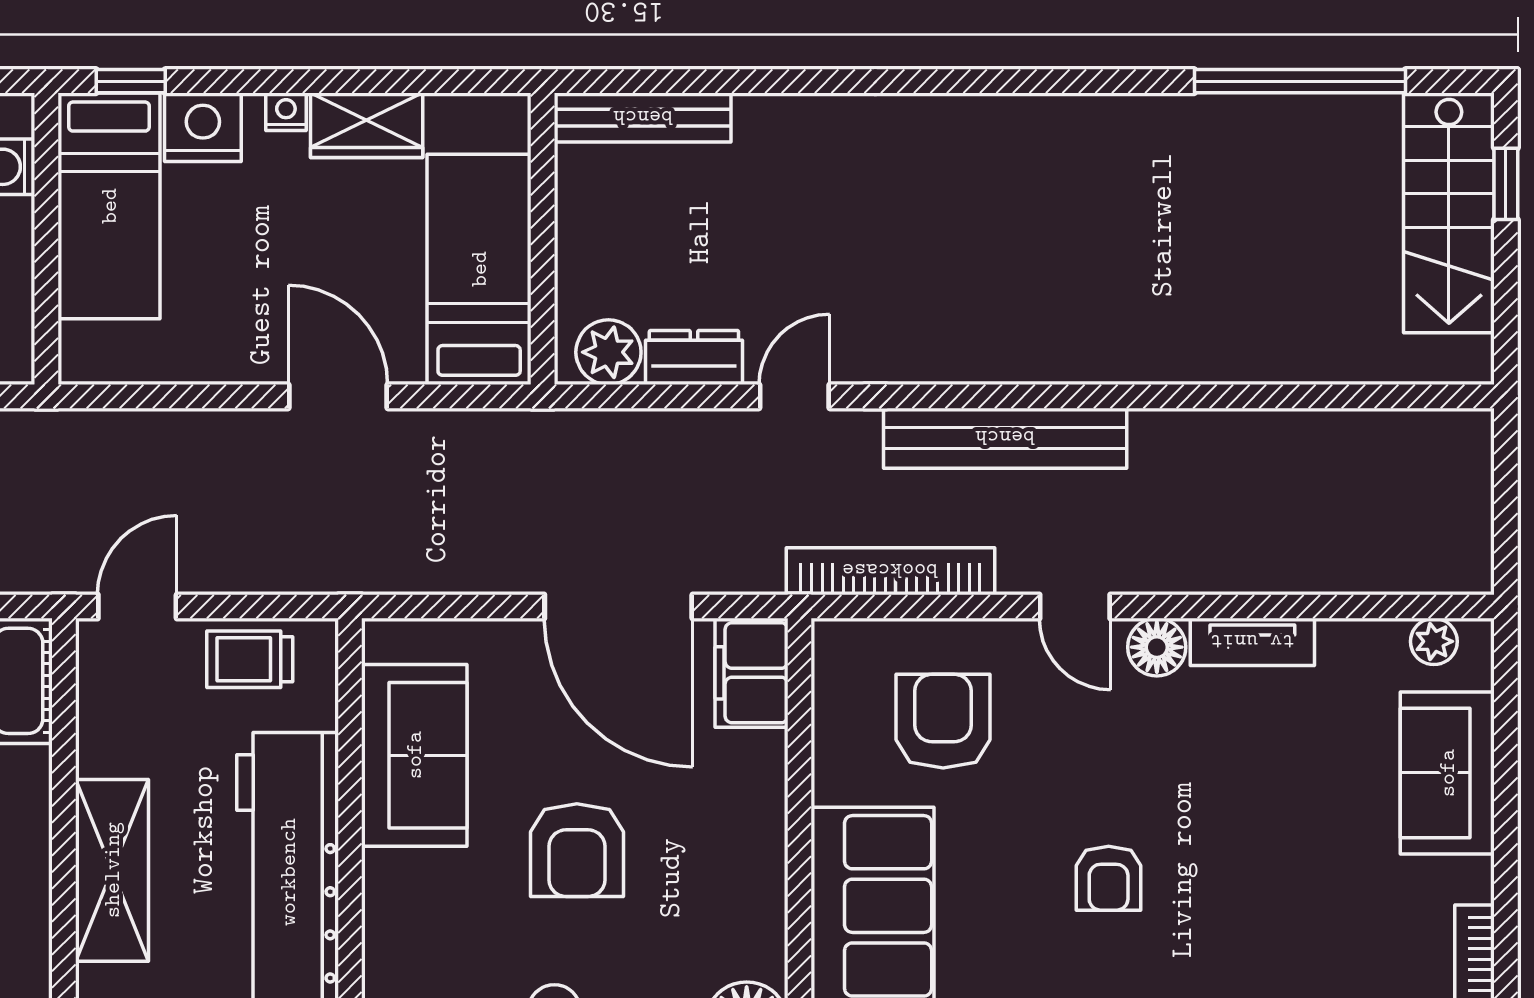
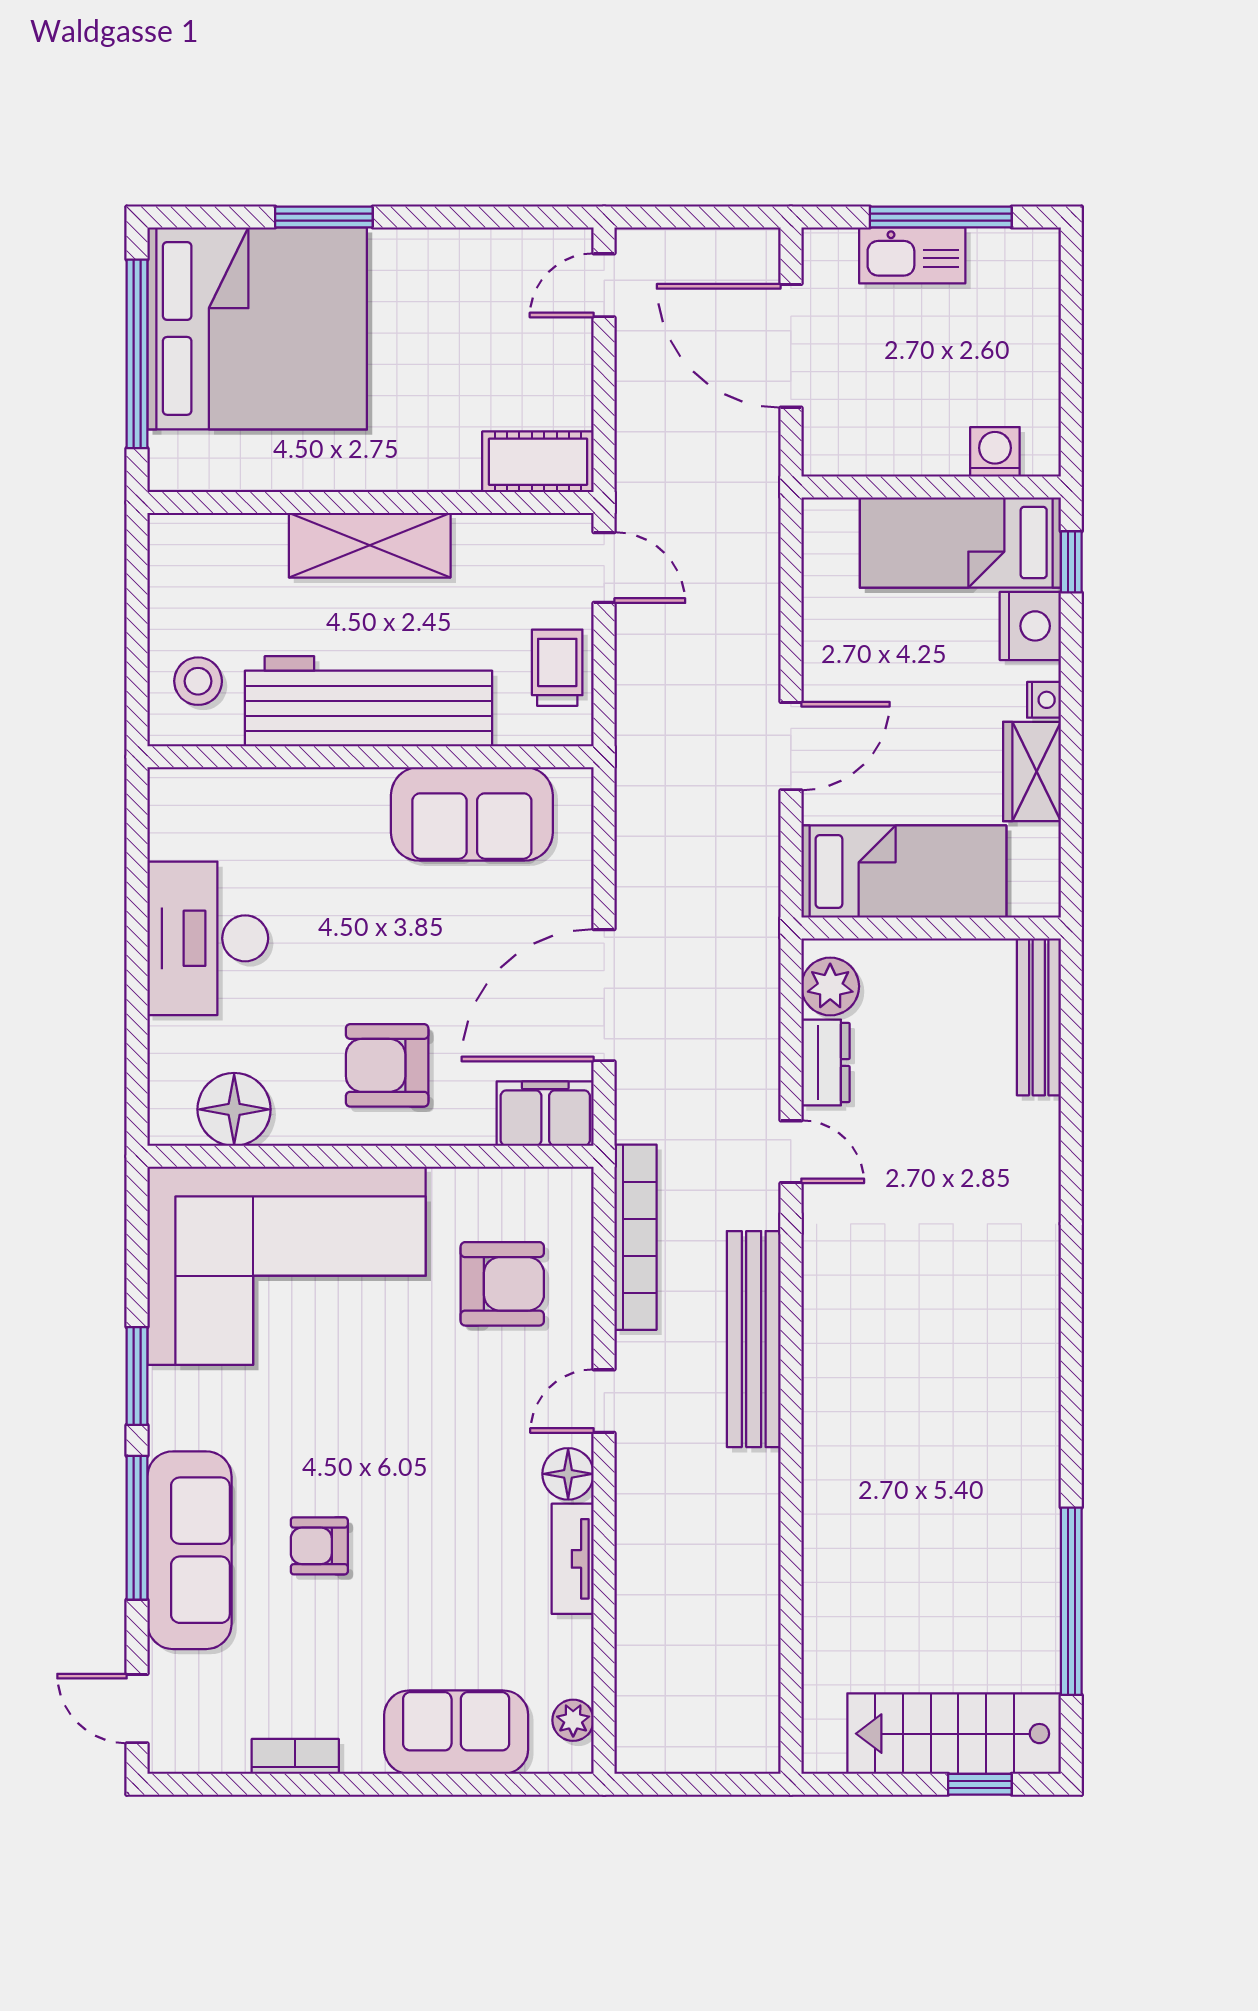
armchair: (577, 850) -> (387, 1065), moved
armchair: (1109, 878) -> (319, 1546), moved

